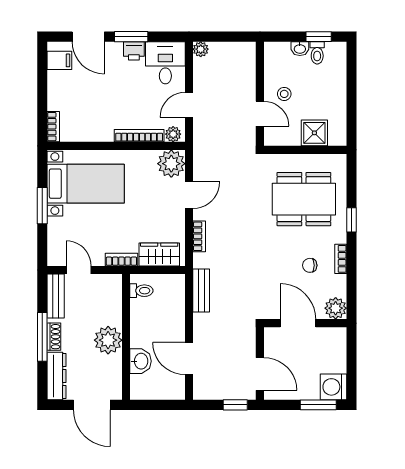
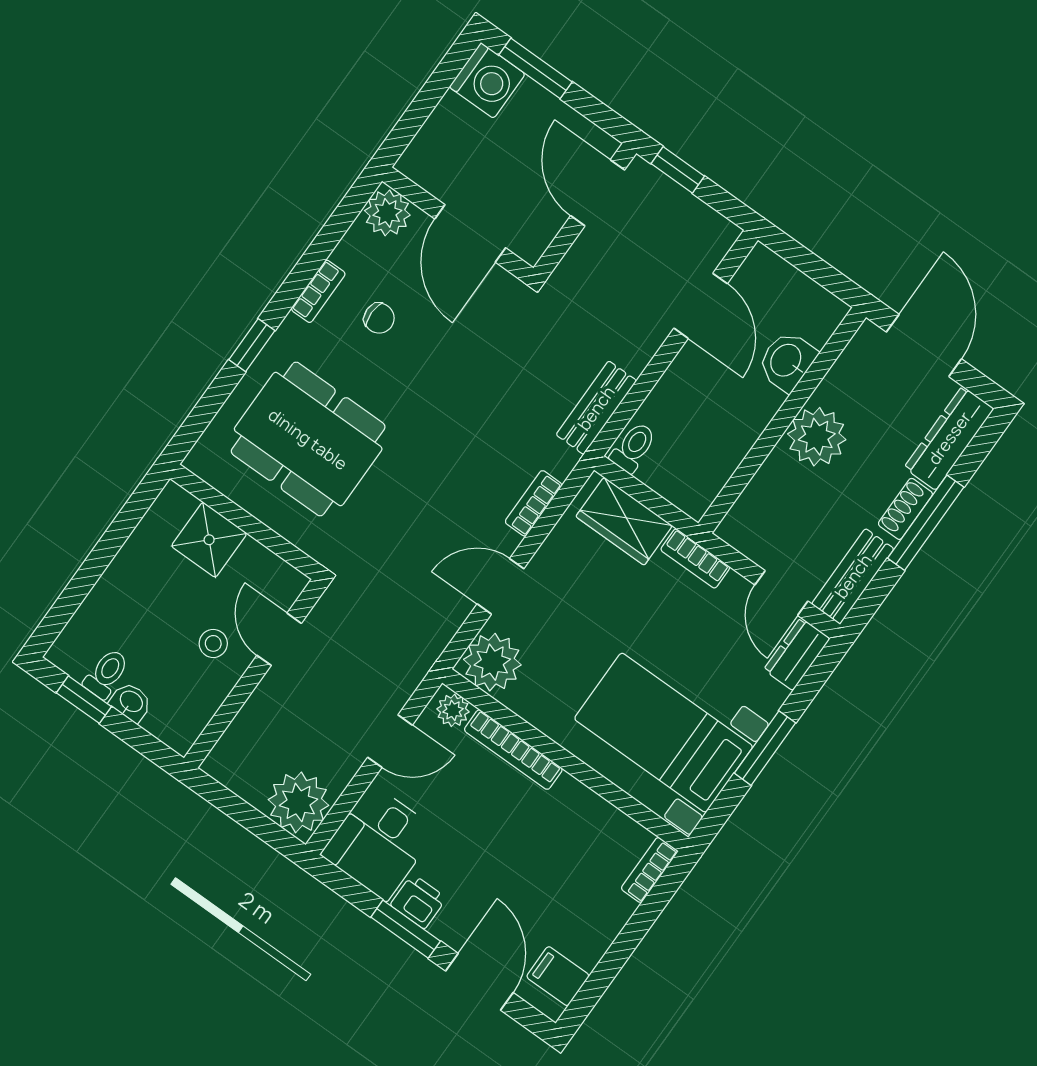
plant: (201, 49) -> (299, 802), width x1.88, depth x1.88
dresser: (56, 251) -> (797, 654), added
toilet: (141, 291) -> (633, 447), moved, turned 90

